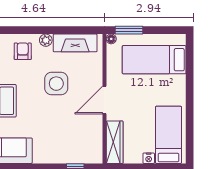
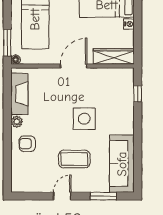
side table: (56, 84) -> (84, 119), moved
door: (104, 100) -> (74, 66), swing flipped

